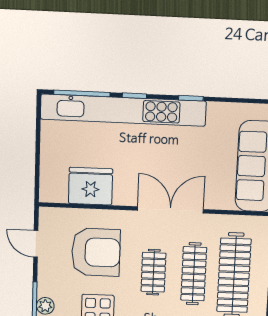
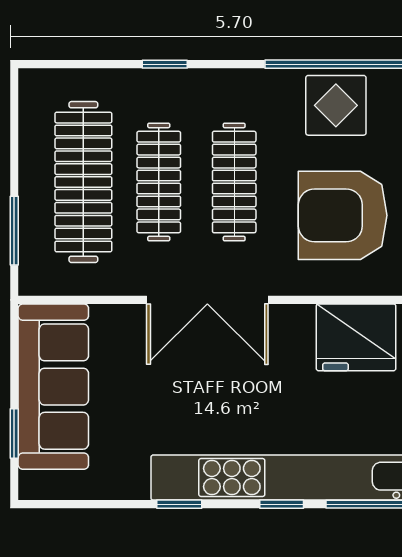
clothes rail: (153, 272) -> (234, 182), width x1.36

